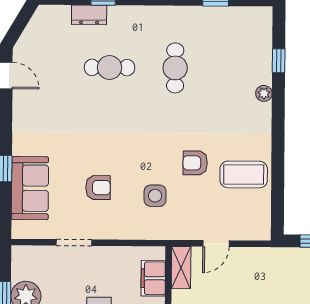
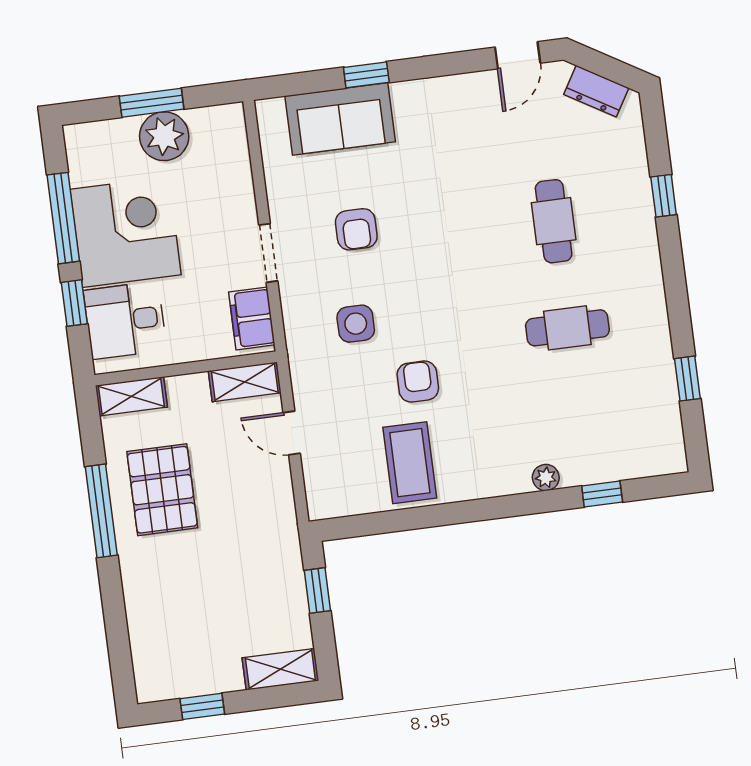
dresser: (89, 15) -> (596, 91), moved, turned -59
doorway: (74, 243) -> (268, 253), moved
filing cabinet: (153, 278) -> (252, 318), moved, turned -90

